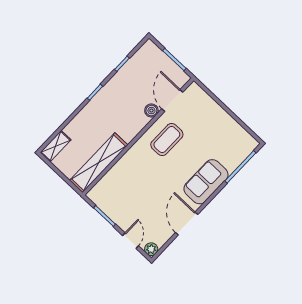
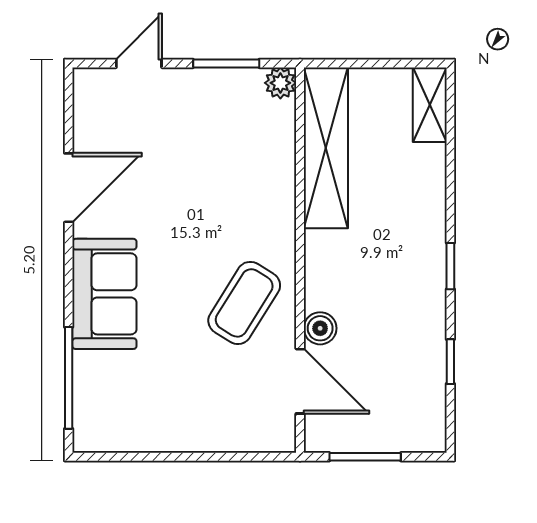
coffee table: (167, 140) -> (244, 303), turned 32
door: (187, 224) -> (69, 188), hinge flipped
door: (131, 241) -> (139, 63), swing flipped
plant: (151, 249) -> (280, 83), moved

